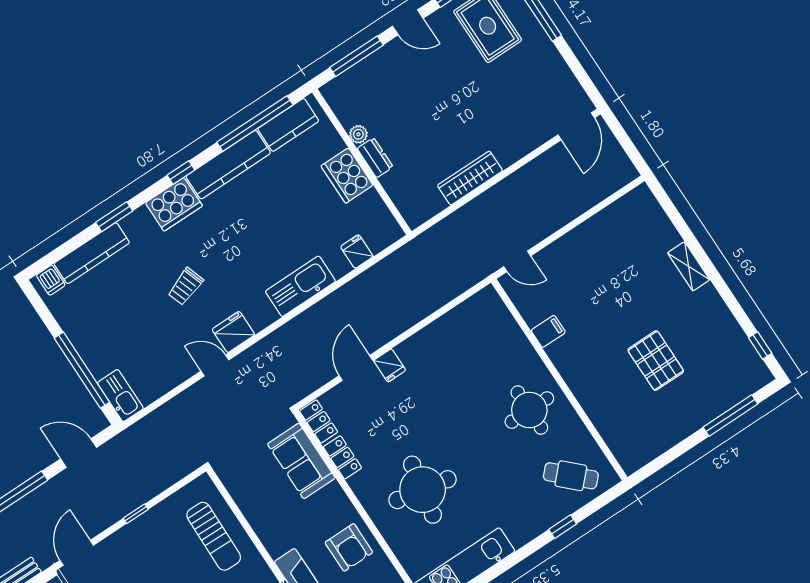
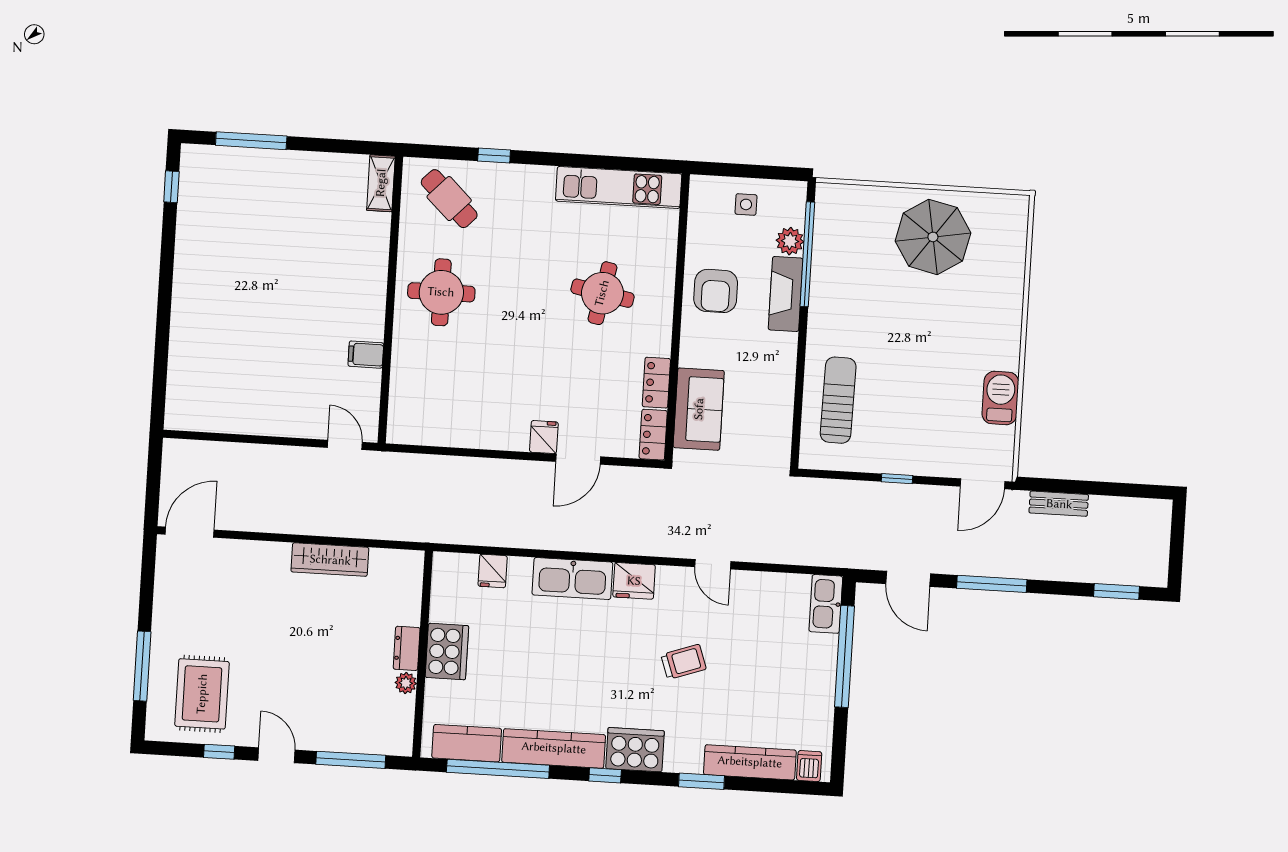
shelving: (689, 266) -> (381, 183), moved
fridge: (233, 332) -> (634, 581), moved
pallet: (656, 361) -> (283, 248), removed
round table: (423, 490) -> (602, 293), width x0.73, depth x0.73
armchair: (349, 547) -> (716, 291), turned 180

